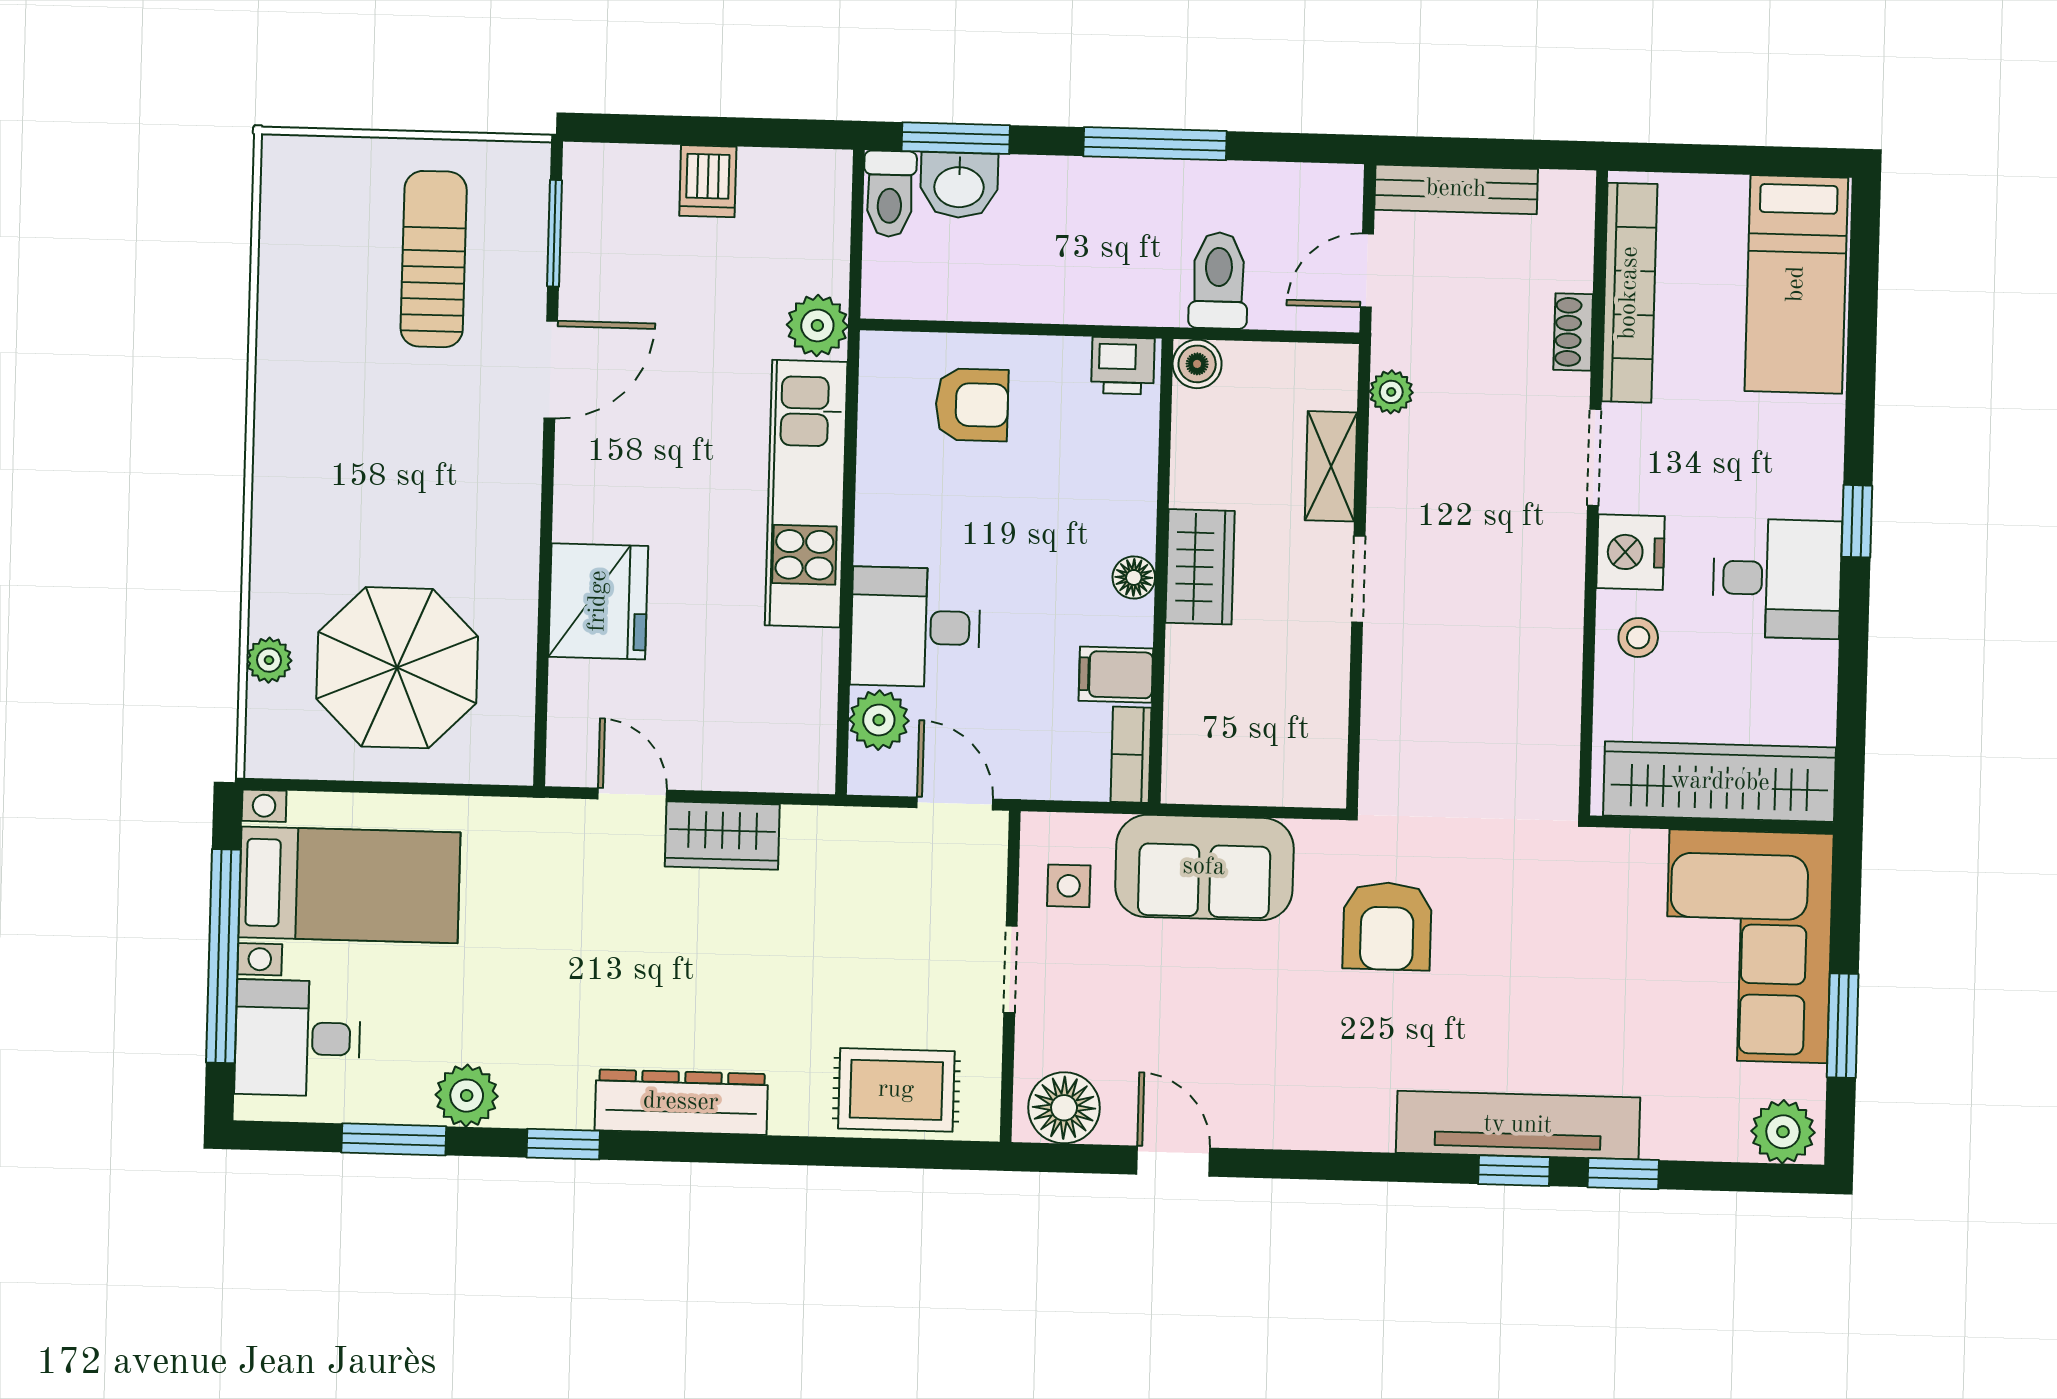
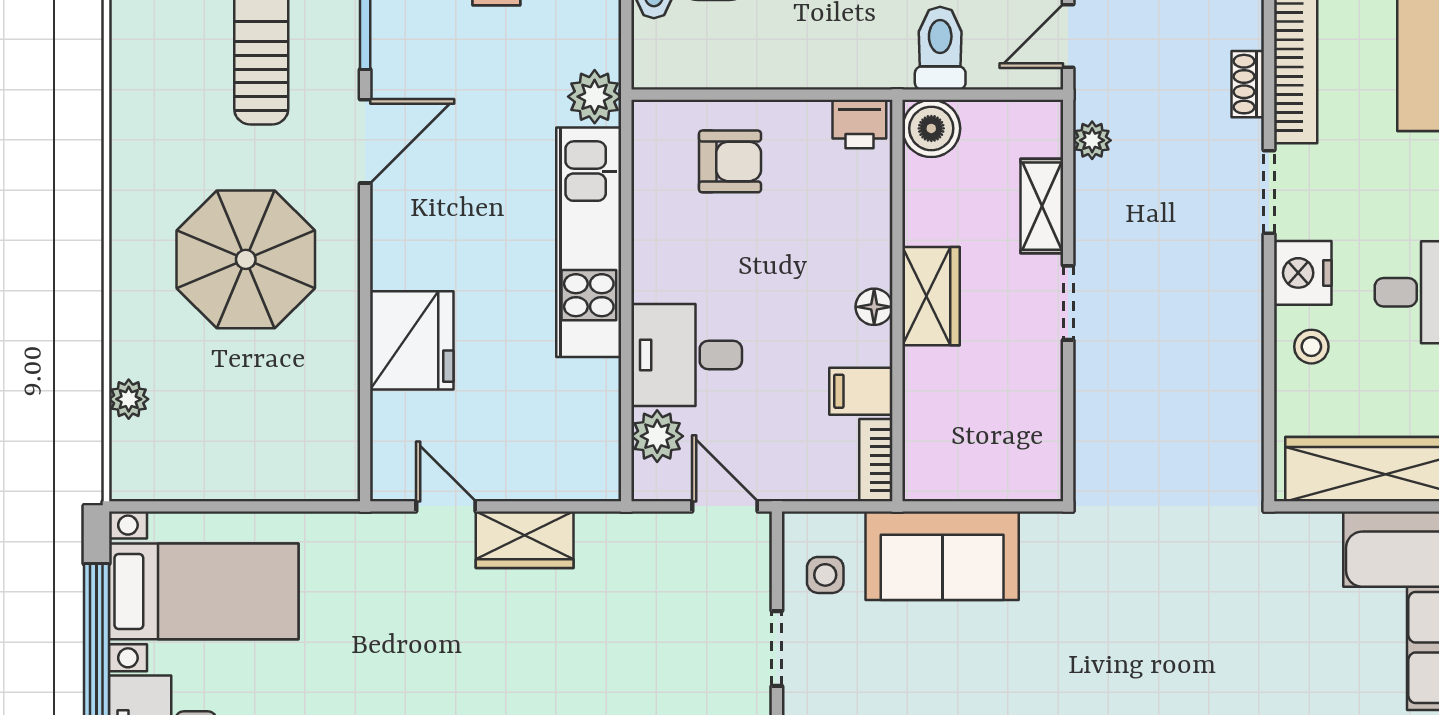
boiler: (1197, 364) -> (931, 128), width x1.36, depth x1.36
parasol: (397, 668) -> (246, 259), moved
armchair: (1387, 926) -> (1101, 602), removed

